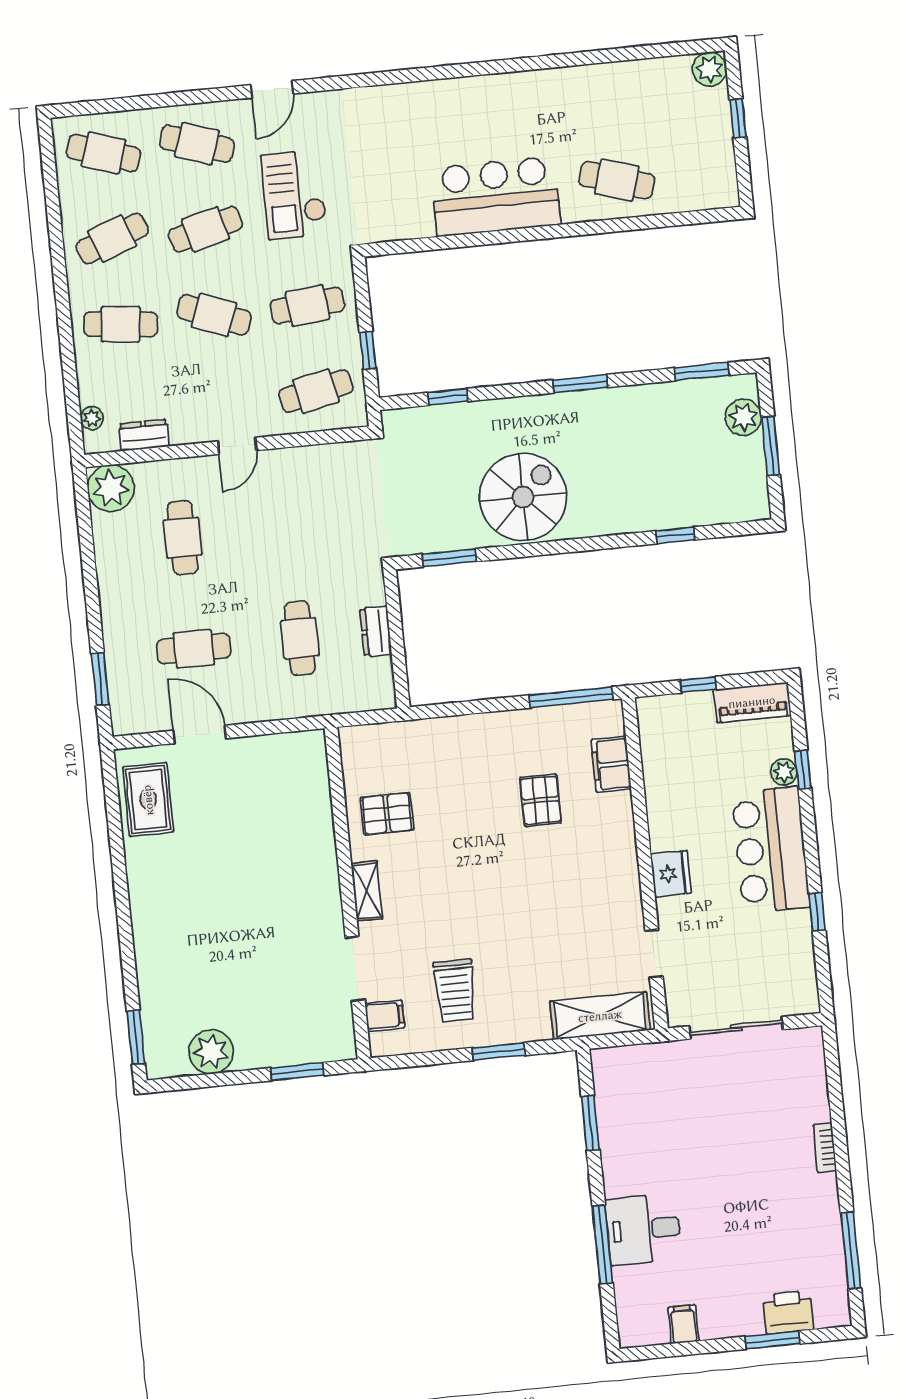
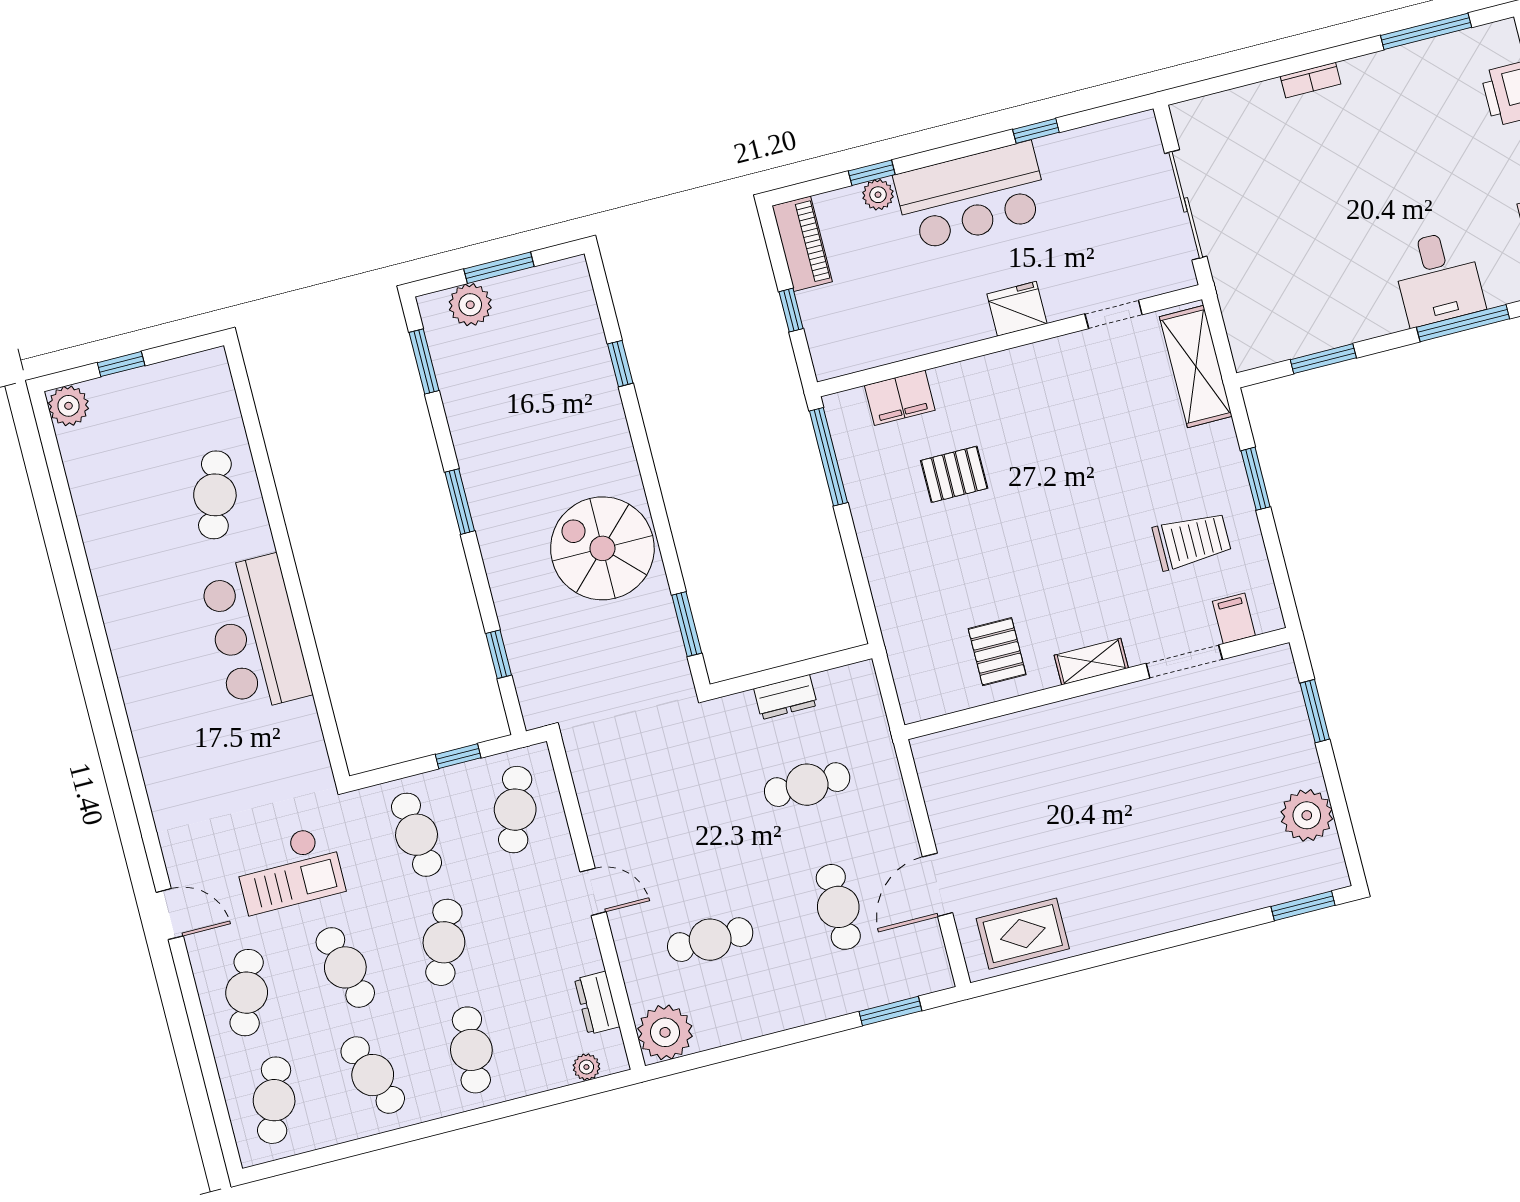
cafe table: (316, 391) -> (515, 810), turned 30

